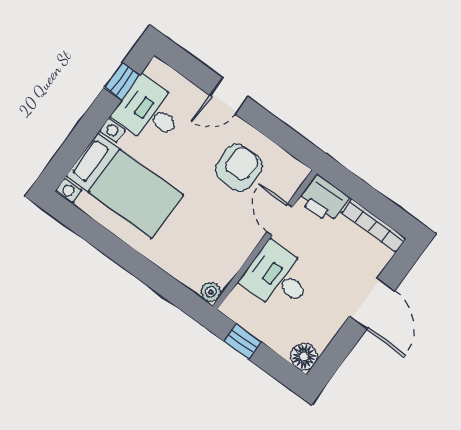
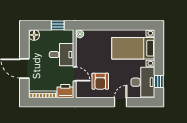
desk: (149, 112) -> (143, 82), width x1.37

